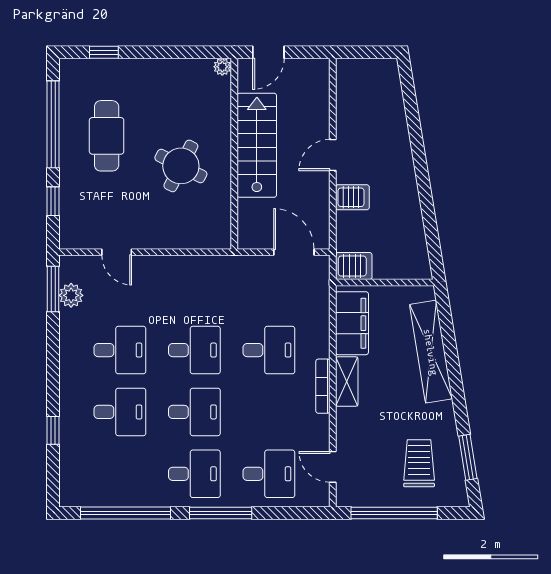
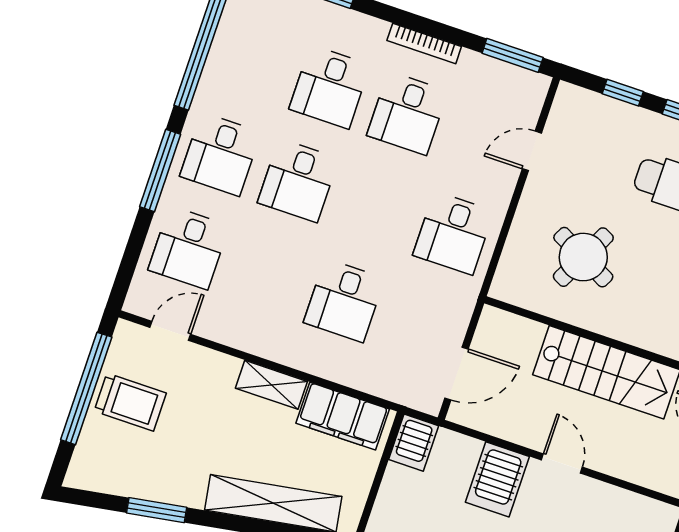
round table: (181, 166) -> (583, 257), moved
server rack: (352, 197) -> (497, 479), width x1.36, depth x1.44
plant: (71, 295) -> (497, 75), removed
desk: (194, 350) -> (453, 233), moved
bookcase: (323, 386) -> (424, 43), moved, turned 180
window: (468, 457) -> (157, 510), moved
trolley: (419, 463) -> (130, 402), moved

